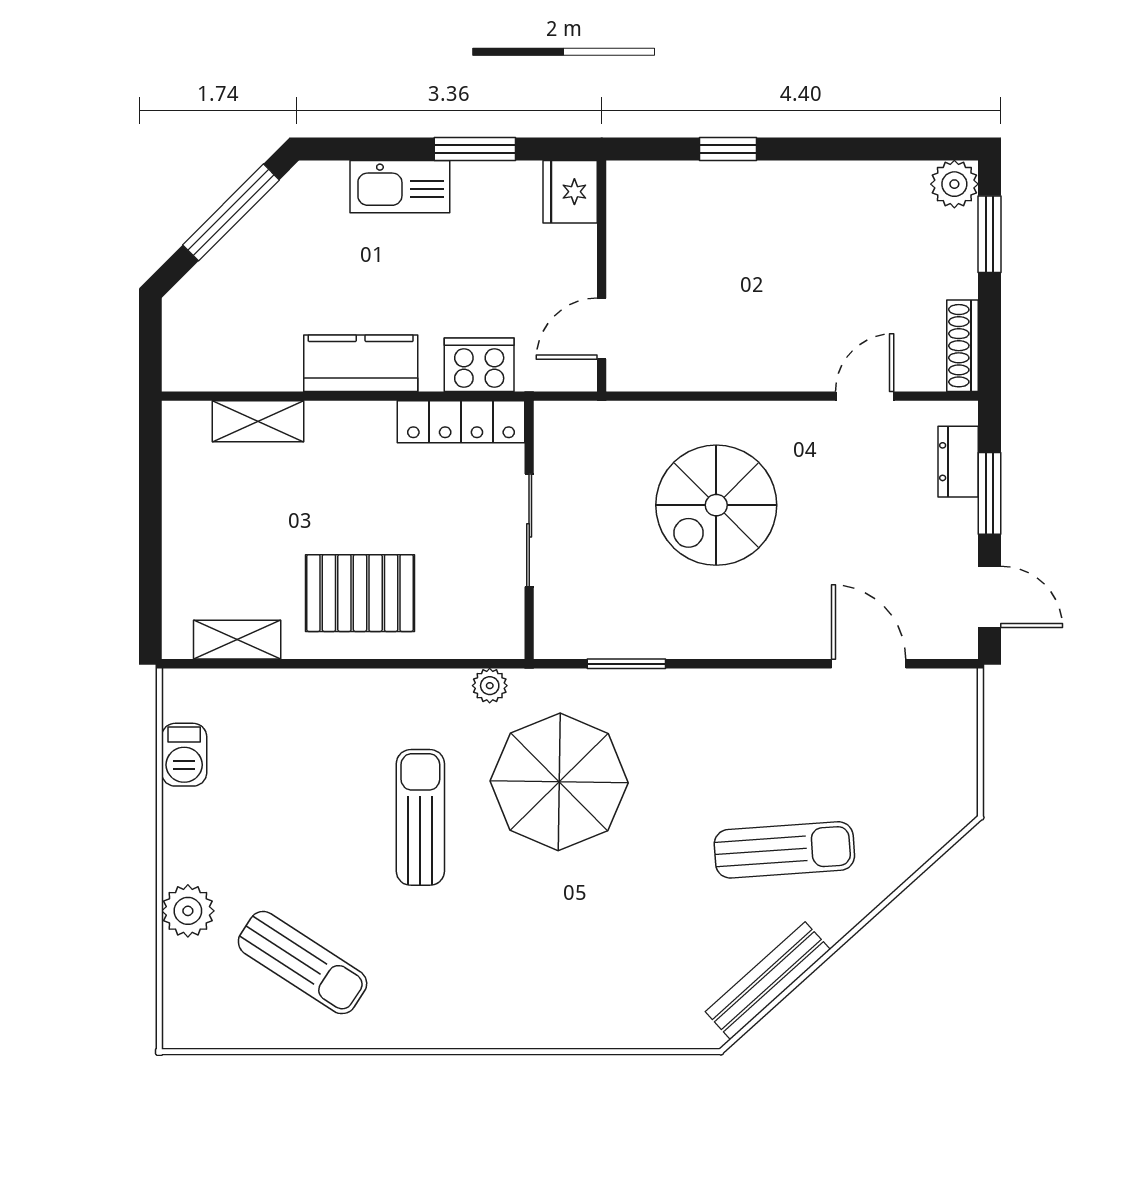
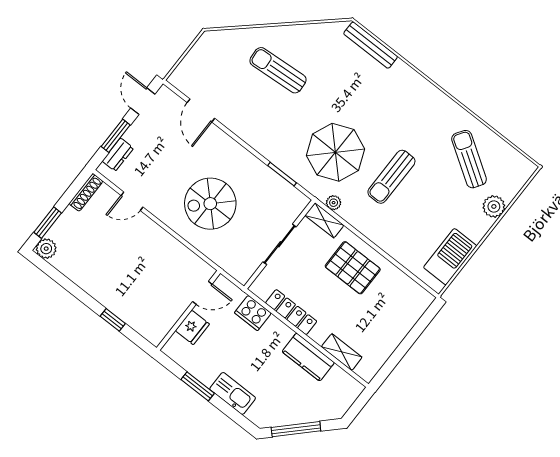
fridge: (570, 192) -> (192, 327), moved
kitchen counter: (361, 363) -> (308, 357), moved
locker: (461, 422) -> (291, 312), moved
spiral stairs: (716, 505) -> (210, 204), turned 180
shelving: (237, 640) -> (324, 220), moved
barbecue: (184, 755) -> (450, 257), width x1.88, depth x1.53
bench: (768, 981) -> (371, 45), moved, turned 42

